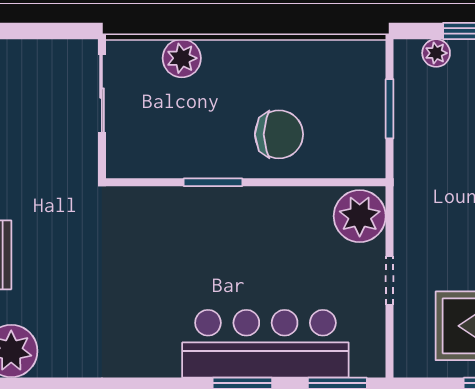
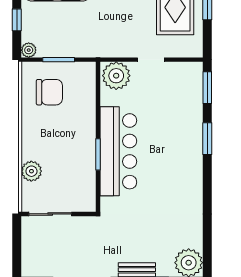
plant: (436, 53) -> (29, 50), moved
chair: (279, 134) -> (49, 92), moved, turned 90
bar counter: (265, 344) -> (118, 151), moved, turned 180

